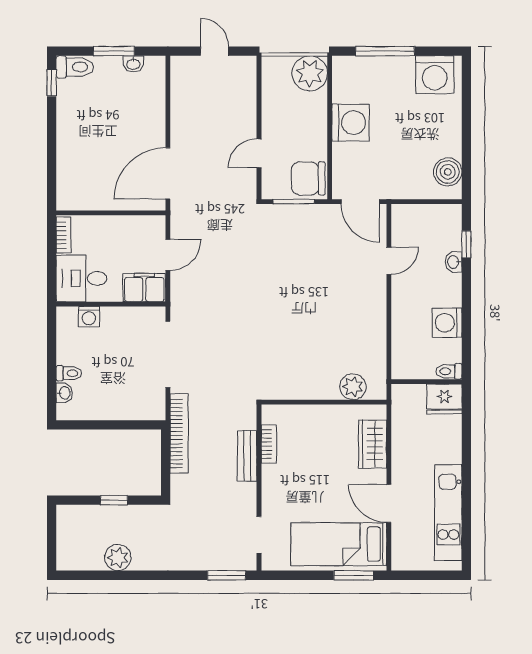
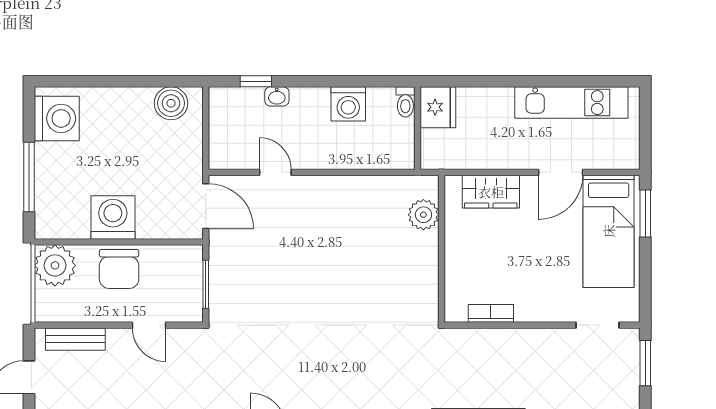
chair: (308, 178) -> (119, 269), moved
door: (360, 202) -> (206, 206), hinge flipped
bench: (247, 456) -> (75, 339), moved

